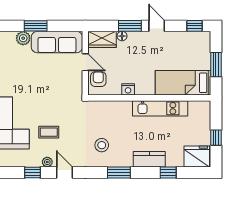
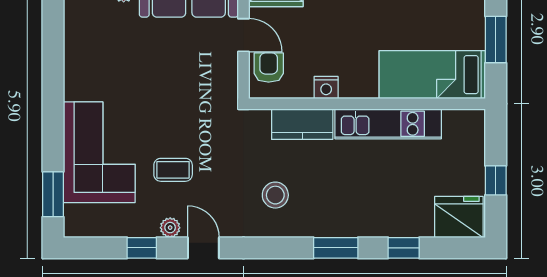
kitchen counter: (149, 159) -> (302, 124), moved, turned 180
window: (119, 173) -> (336, 248), moved

